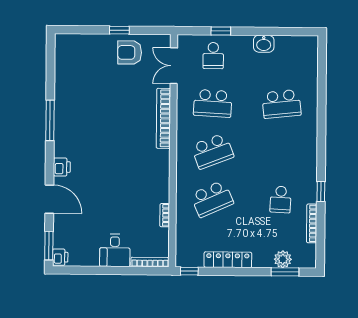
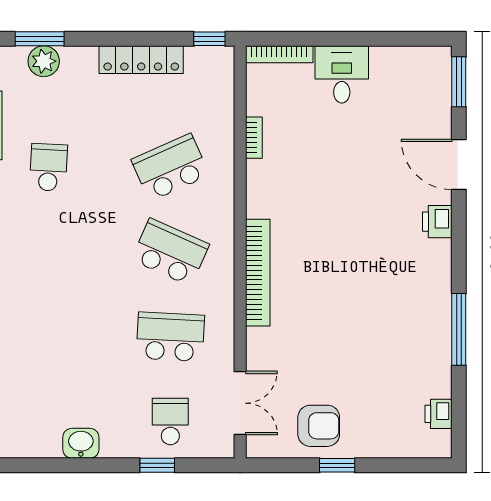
school desk: (281, 104) -> (48, 337), removed
bookcase: (163, 118) -> (258, 273), moved
window: (50, 120) -> (459, 329), moved
school desk: (212, 151) -> (170, 252), turned 45
printer: (60, 257) -> (439, 414), moved

